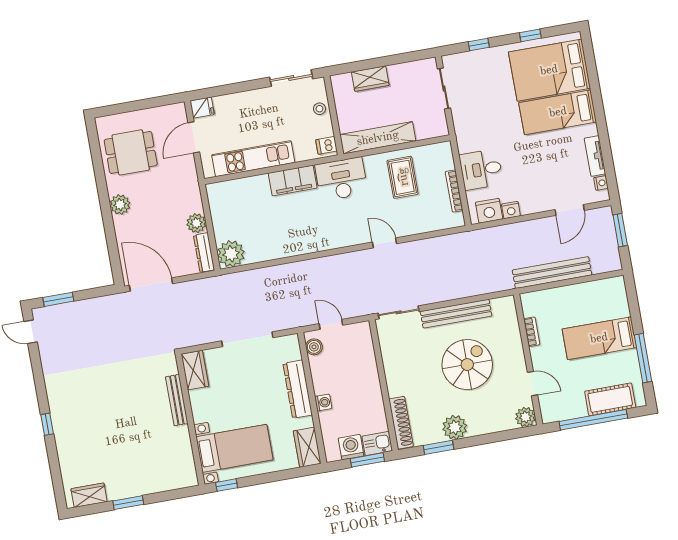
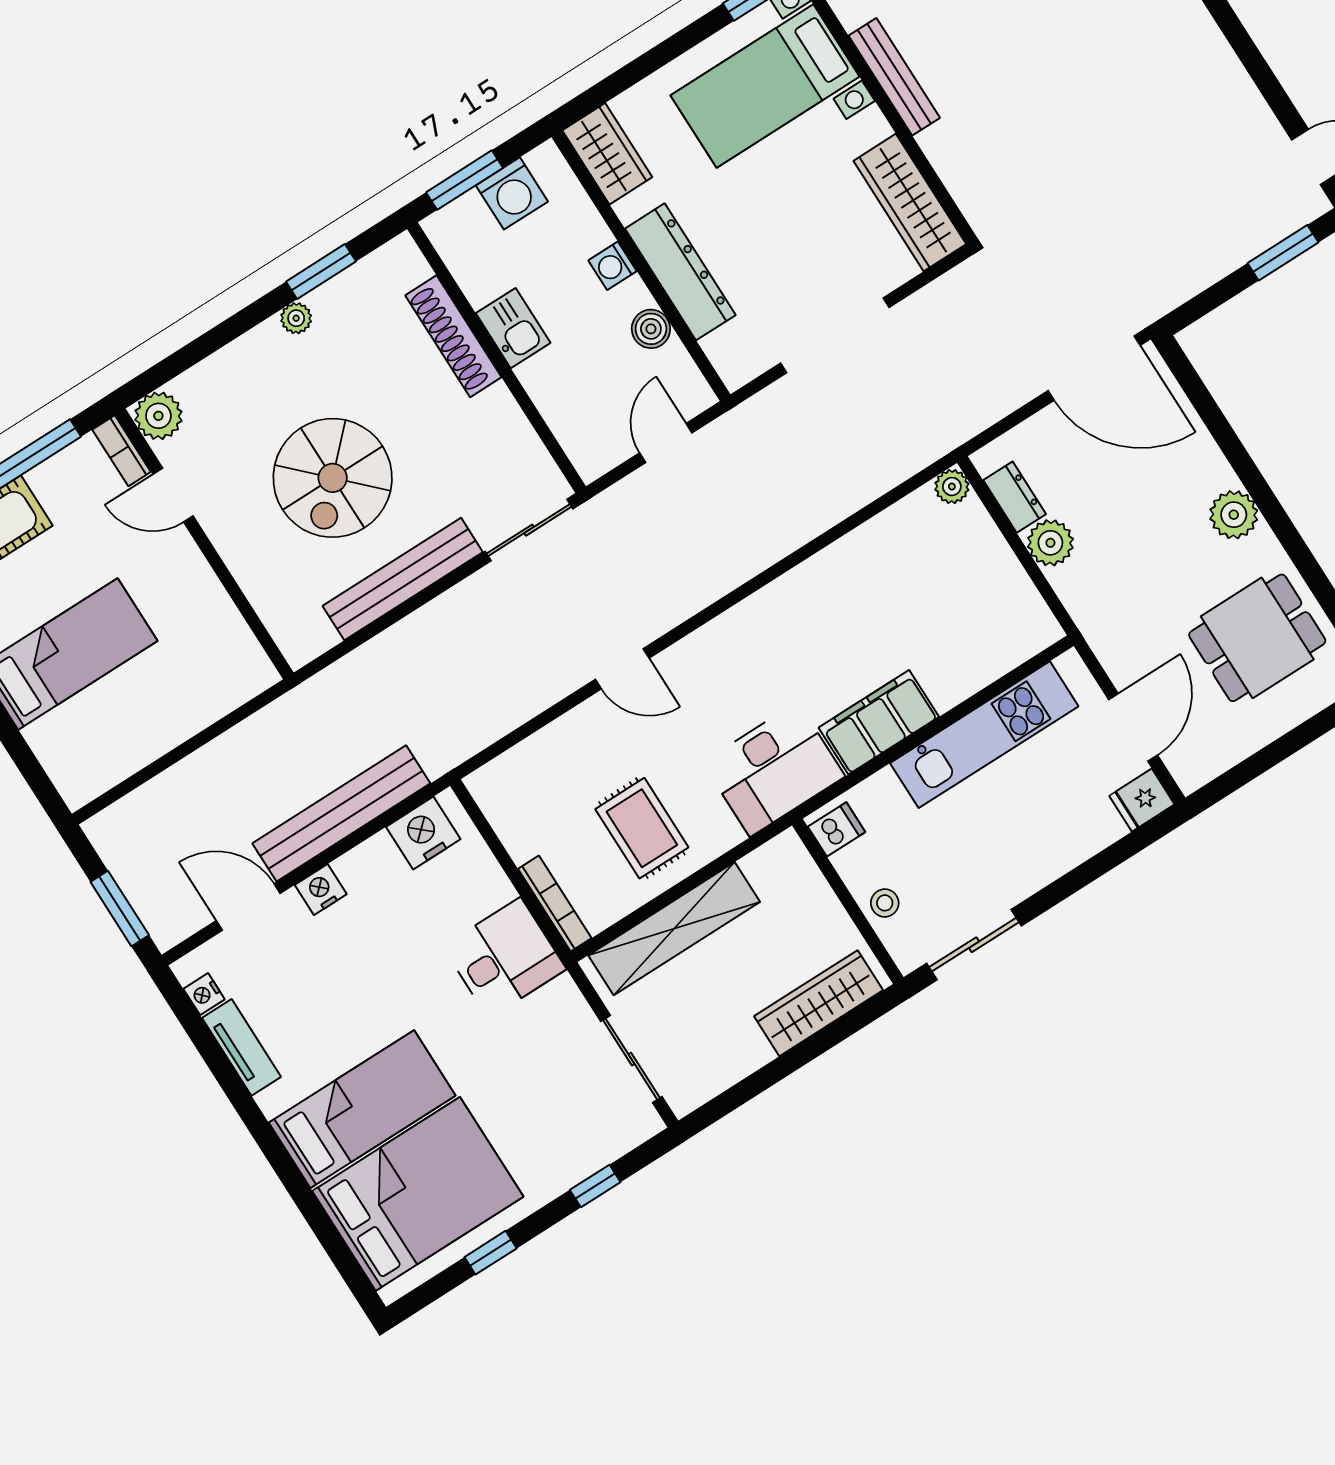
wardrobe: (370, 79) -> (818, 1003), width x1.50
shelving: (378, 138) -> (674, 929), moved
desk: (481, 169) -> (504, 958), moved
bookcase: (454, 191) -> (555, 904), moved
nightstand: (511, 210) -> (321, 890), moved
door: (570, 210) -> (248, 907), hinge flipped
dresser: (204, 253) -> (1015, 497), width x0.70
plant: (231, 254) -> (952, 487), width x0.53, depth x0.53
bench: (552, 273) -> (341, 813), moved
door: (331, 324) -> (666, 443), swing flipped
bookcase: (532, 332) -> (122, 451), moved
boiler: (314, 347) -> (651, 329), moved
wardrobe: (195, 370) -> (910, 202), width x1.50
bench: (177, 400) -> (894, 77), moved
shoe rack: (401, 423) -> (453, 336), moved
plant: (455, 427) -> (296, 318), width x0.53, depth x0.53
kitchen sink: (377, 444) -> (513, 328), moved, turned -90

